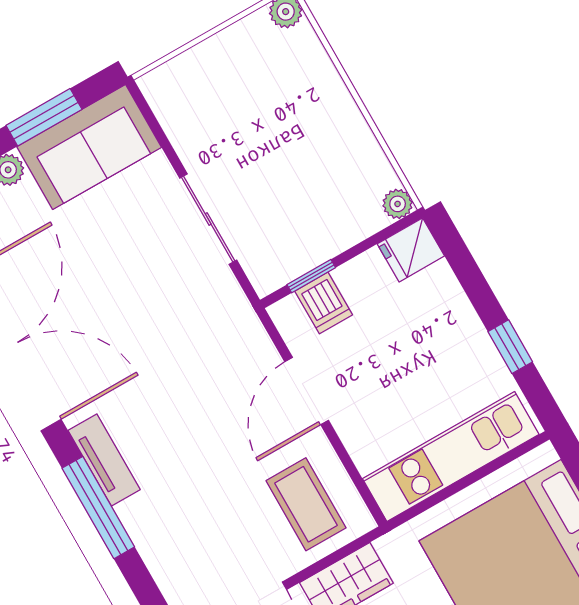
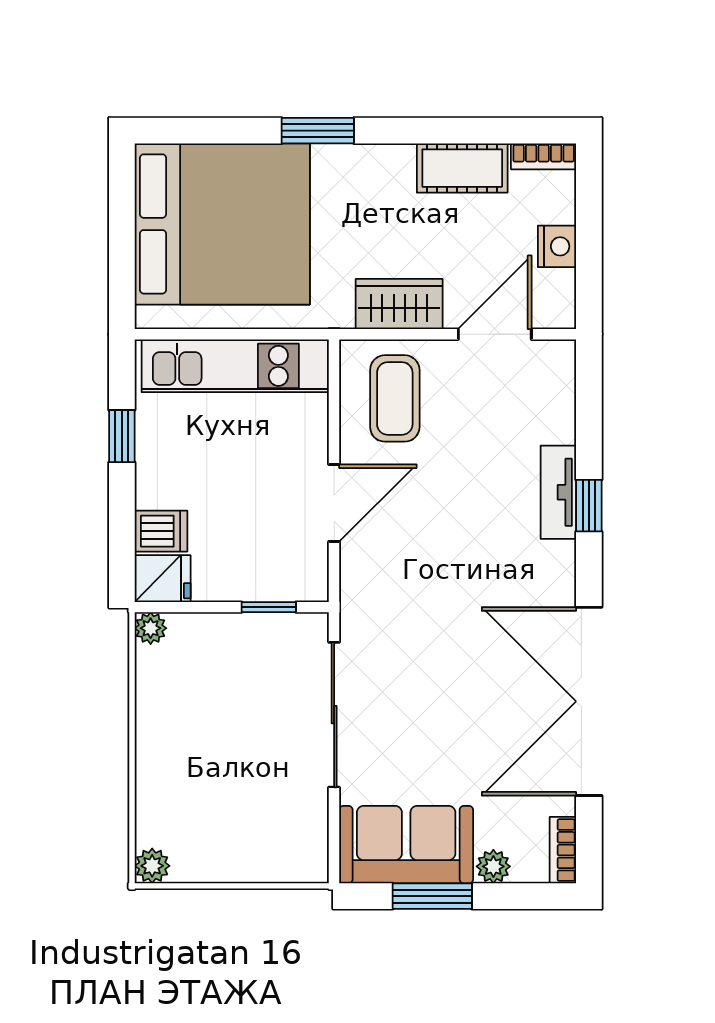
sliding door: (208, 219) -> (334, 715), width x1.37
dishwasher: (324, 303) -> (161, 531), moved, turned 90
tv unit: (104, 460) -> (558, 492), moved
window: (98, 508) -> (589, 506), width x0.46

